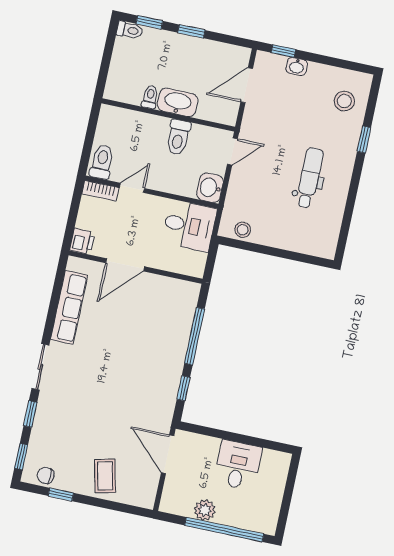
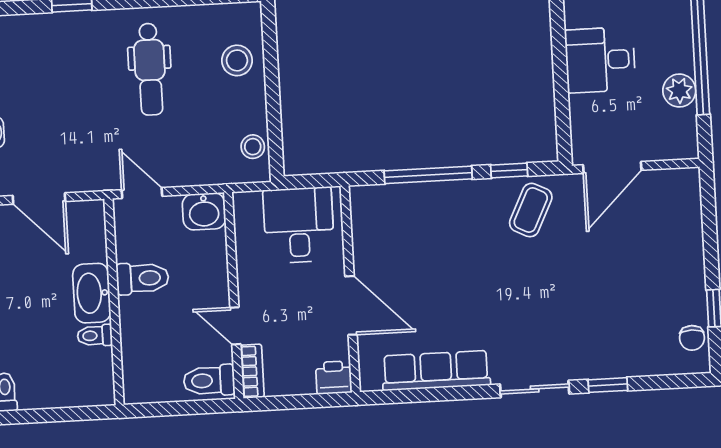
stool: (344, 101) -> (237, 60), moved
dental chair: (310, 178) -> (150, 69), turned -90
desk: (189, 226) -> (299, 225), moved
window: (21, 457) -> (674, 381), removed
coffee table: (105, 476) -> (531, 210), moved, turned -51

